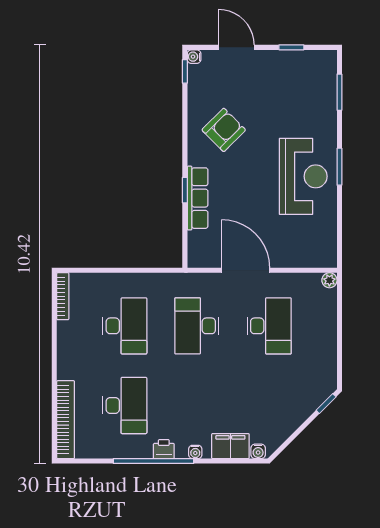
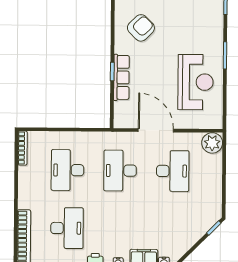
reception desk: (303, 176) -> (196, 82), moved
plant: (329, 280) -> (212, 143), width x1.88, depth x1.88
desk: (125, 326) -> (67, 170), turned 180

